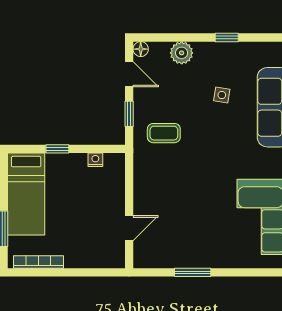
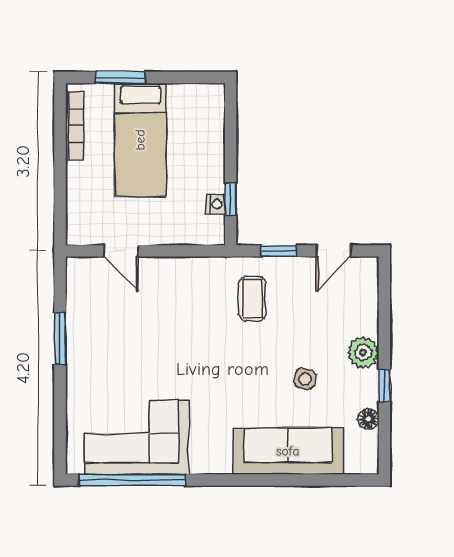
floor lamp: (141, 49) -> (368, 419), moved
plant: (182, 53) -> (363, 353), moved
window: (57, 149) -> (231, 199), moved
bed: (26, 194) -> (140, 140), moved, turned -90

